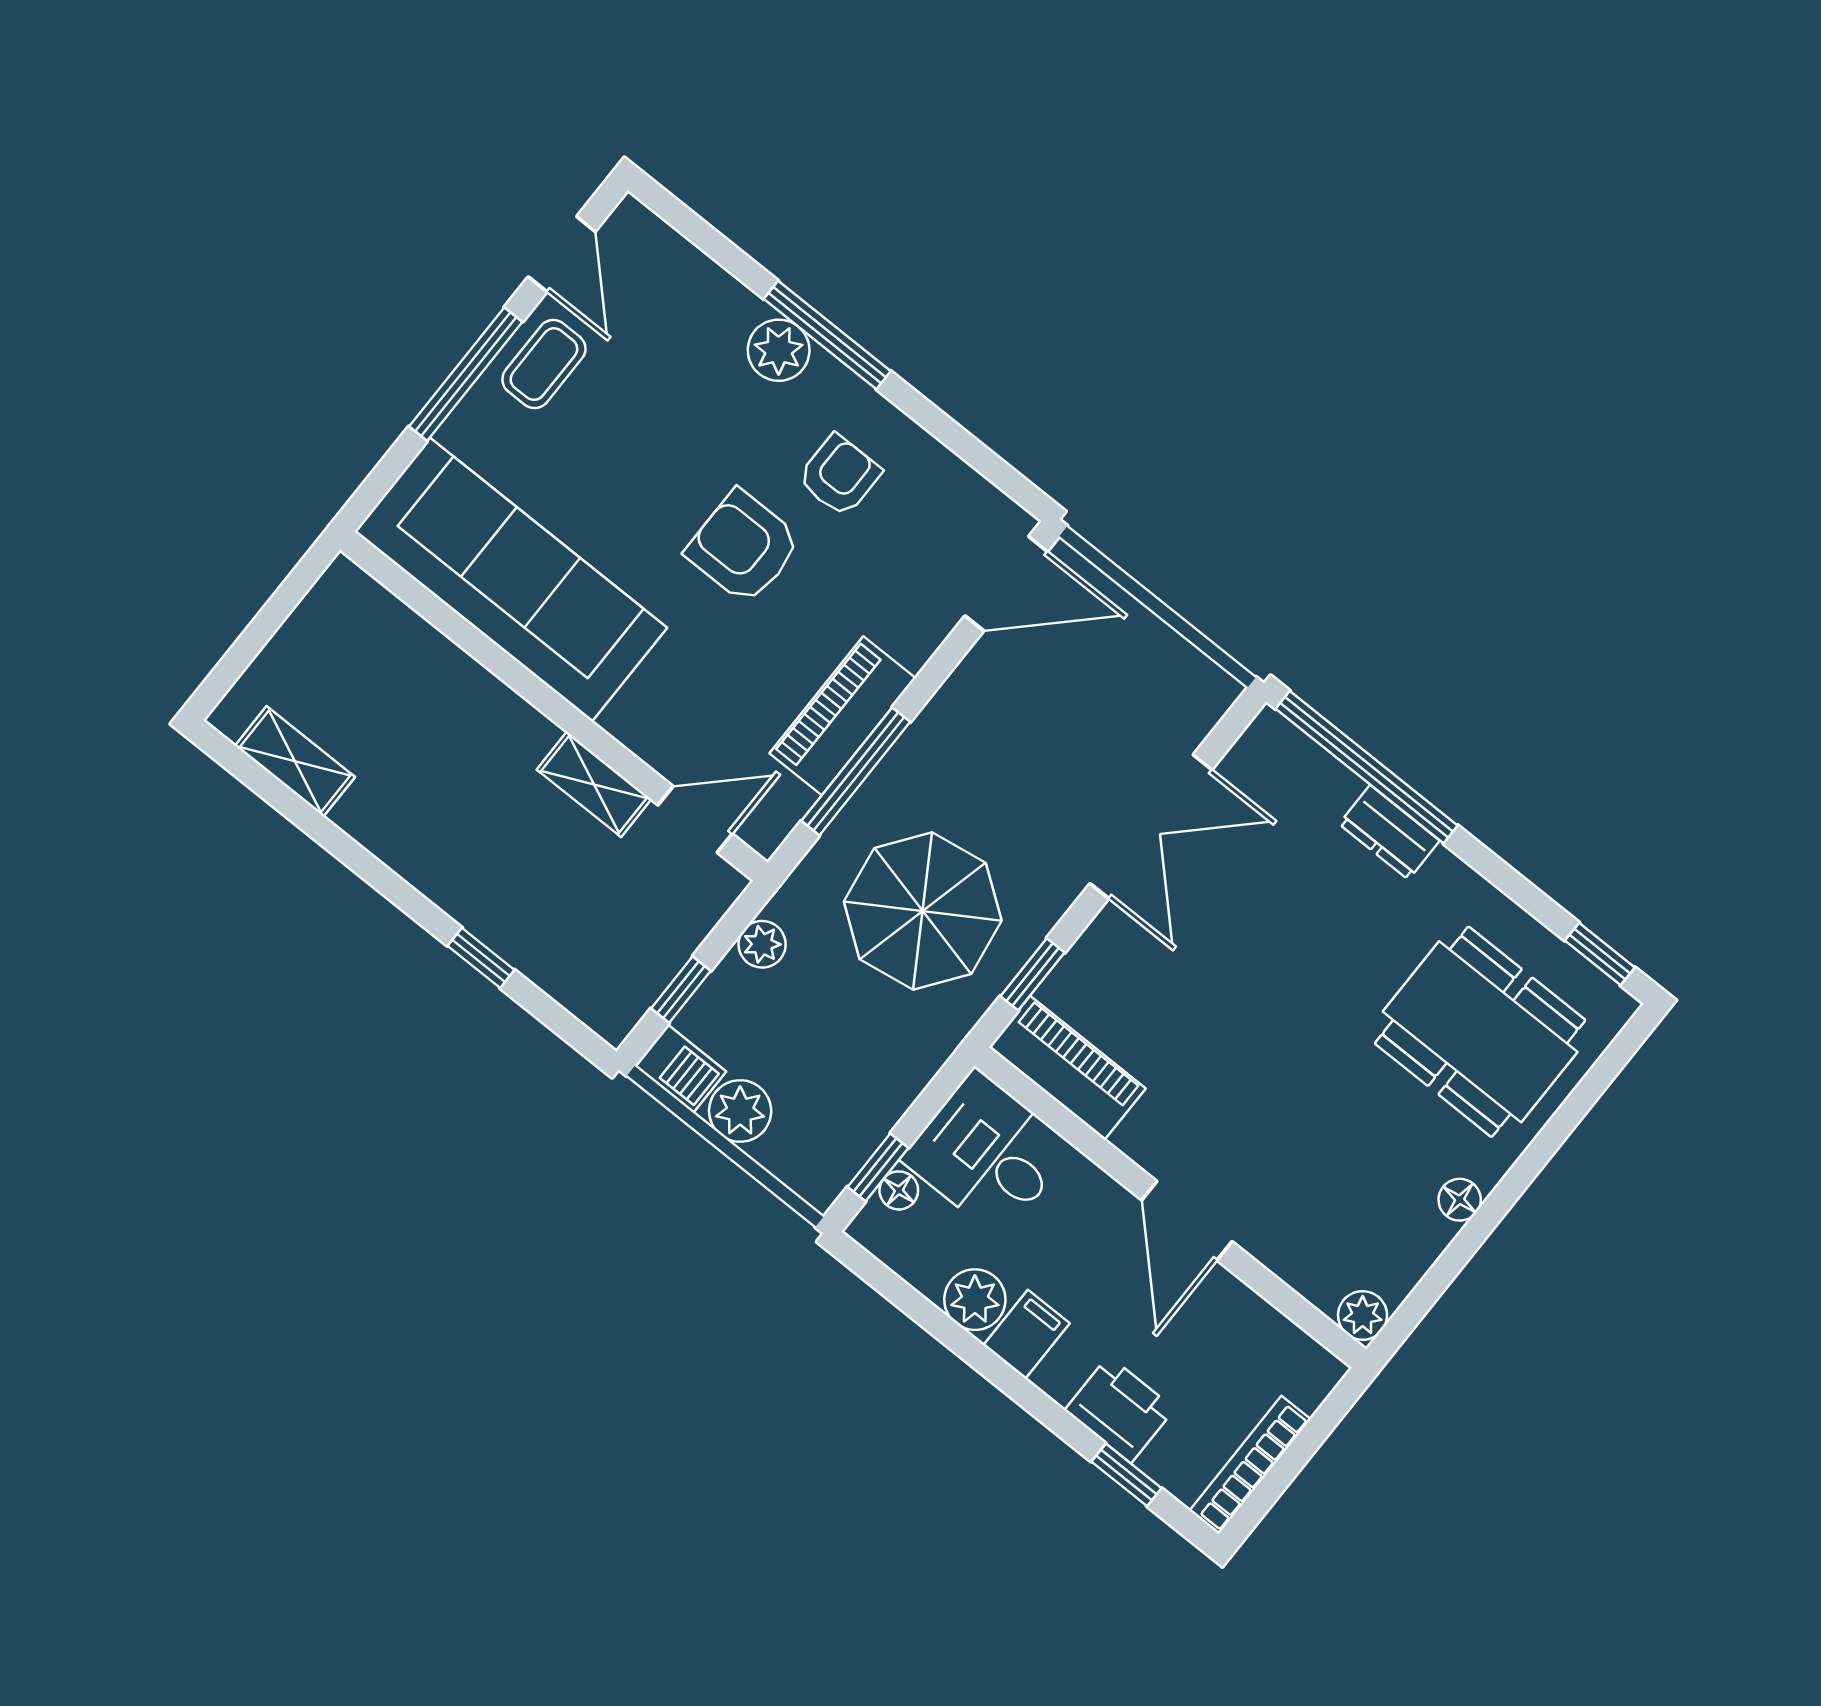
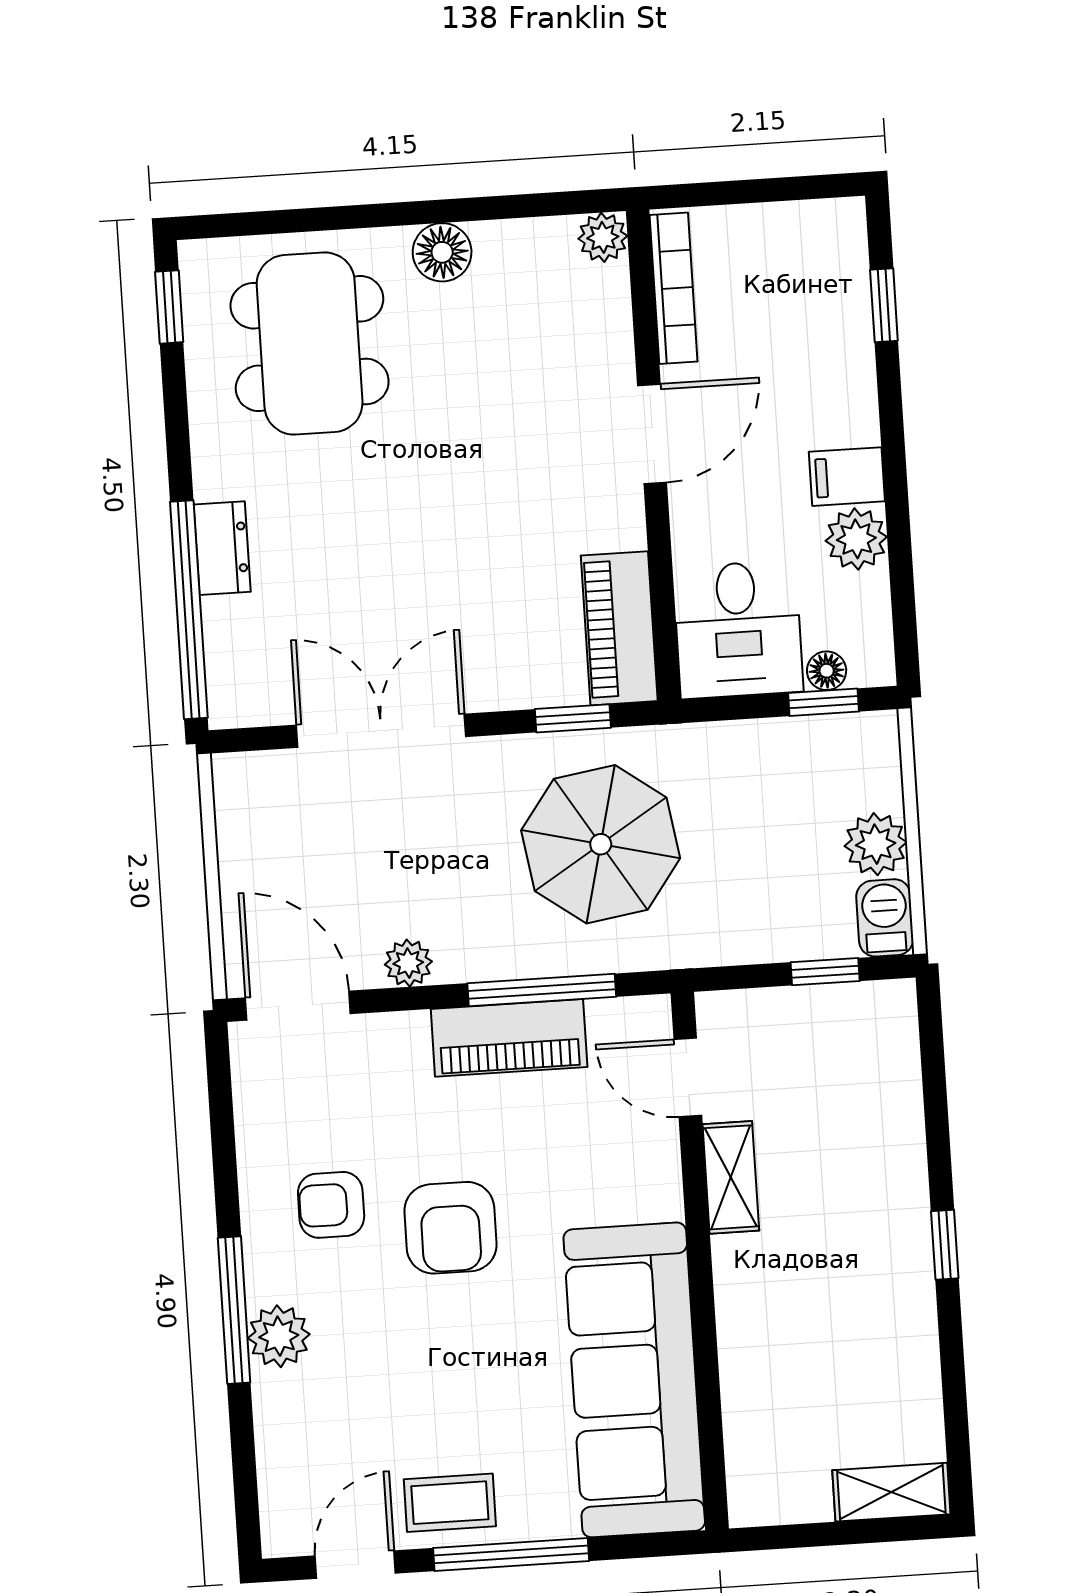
shelving: (295, 761) -> (891, 1492), moved, turned 90
plant: (762, 944) -> (408, 963), moved
window: (481, 958) -> (945, 1245), moved
floor lamp: (1460, 1200) -> (442, 252), width x1.37, depth x1.37
printer: (1120, 1409) -> (840, 355), removed
bookcase: (1250, 1465) -> (674, 288), moved, turned -90

